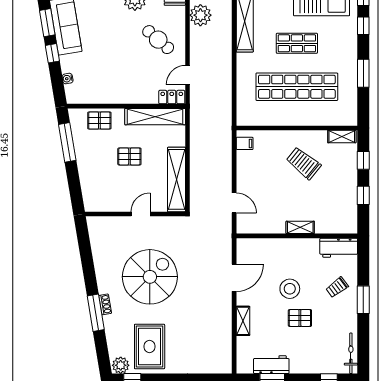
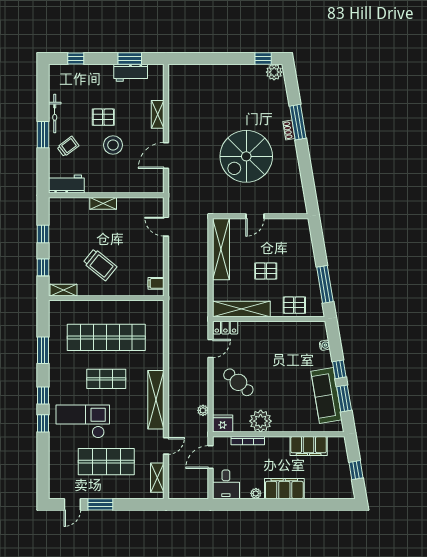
plant: (200, 15) -> (203, 410), width x0.53, depth x0.53
rug: (150, 347) -> (247, 90), removed
bicycle: (351, 353) -> (55, 113), moved

